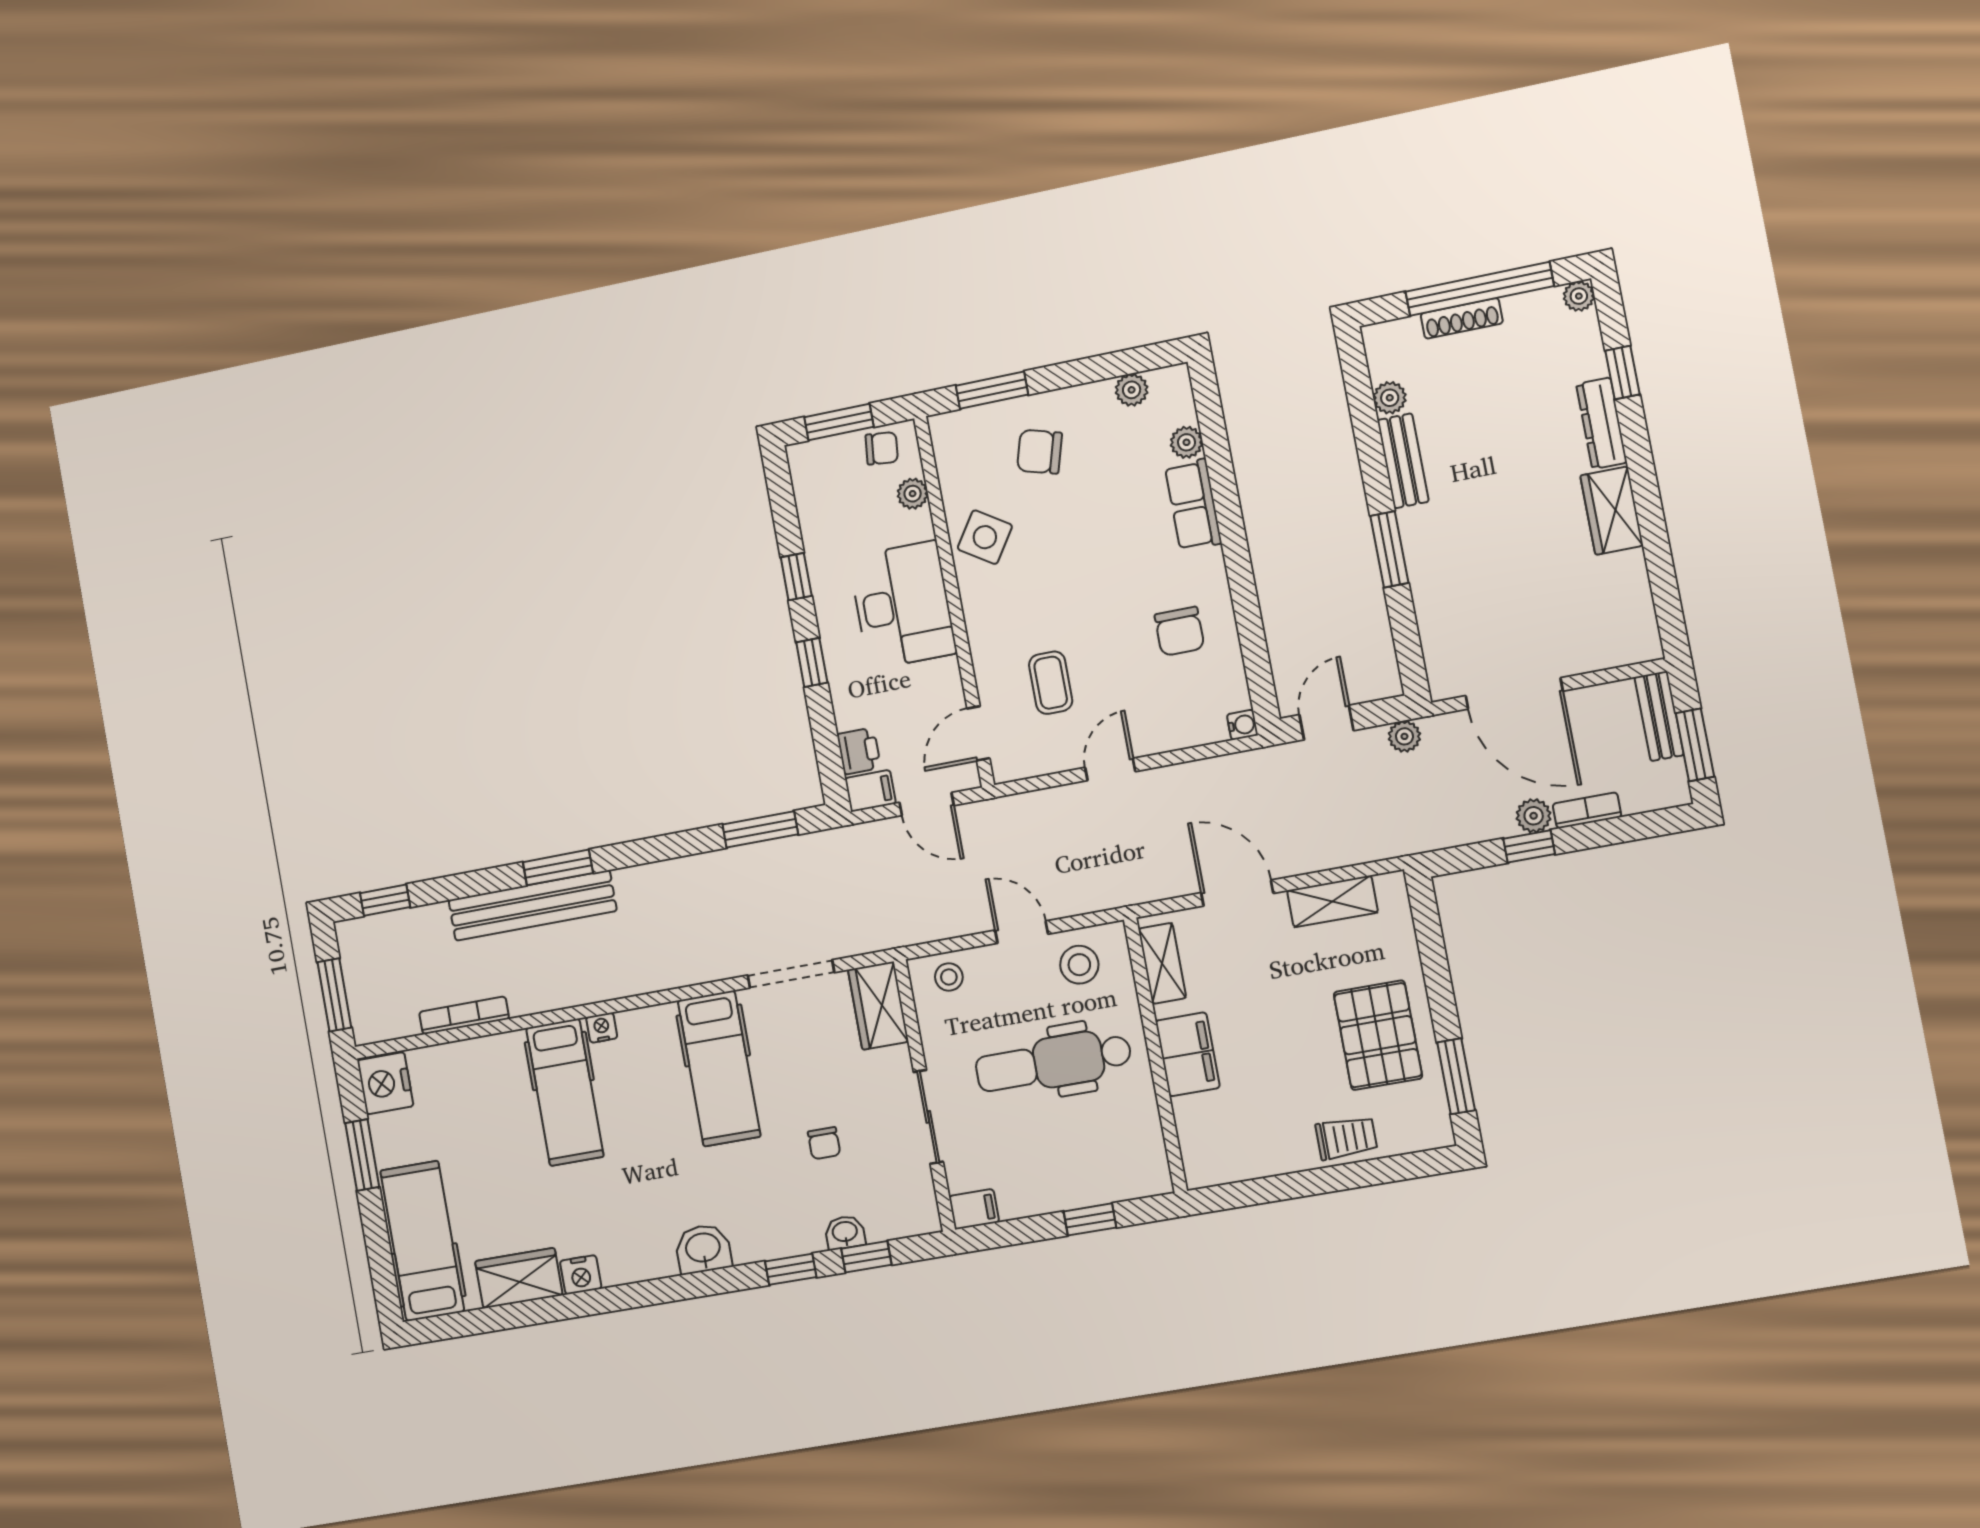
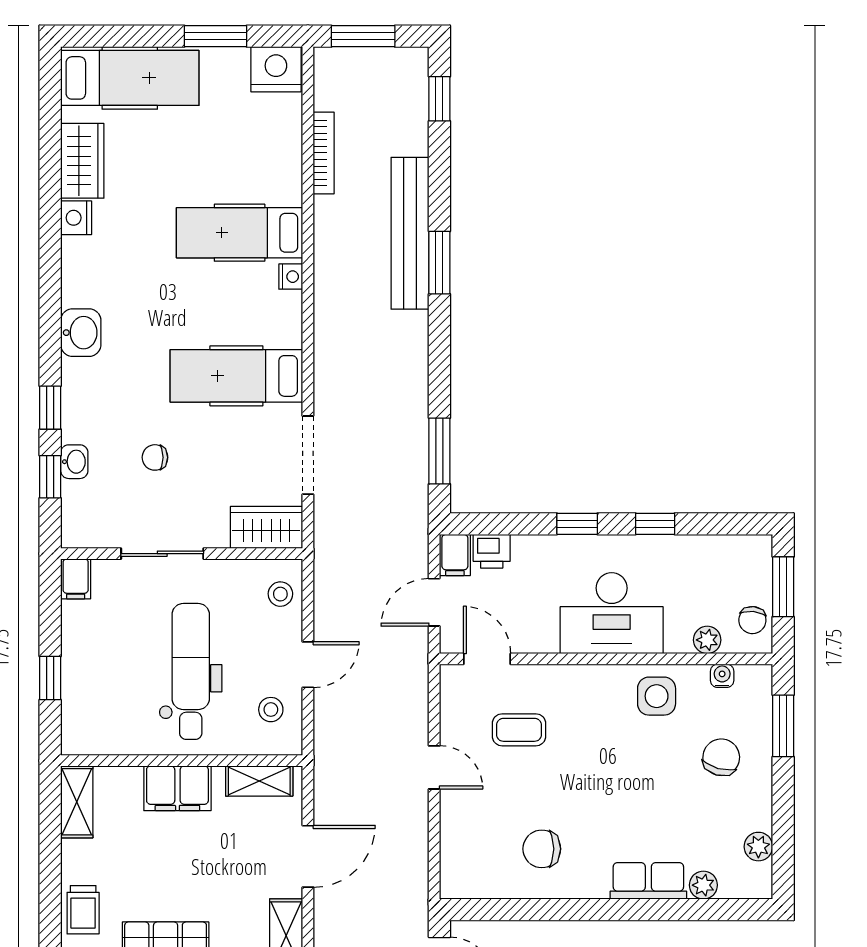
side table: (985, 537) -> (657, 696), turned -33
water cooler: (1242, 725) -> (722, 676), moved, turned 180
stool: (1079, 965) -> (271, 710), width x0.73, depth x0.73
shelving: (1224, 1166) -> (77, 802), added

